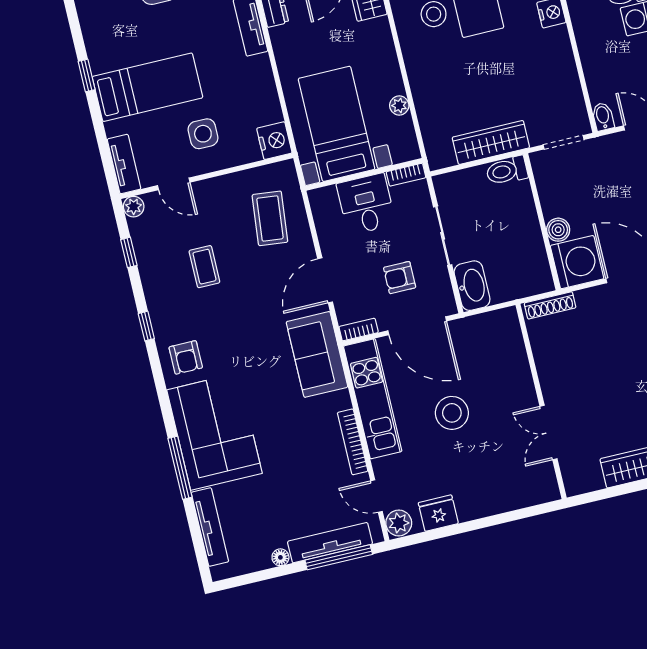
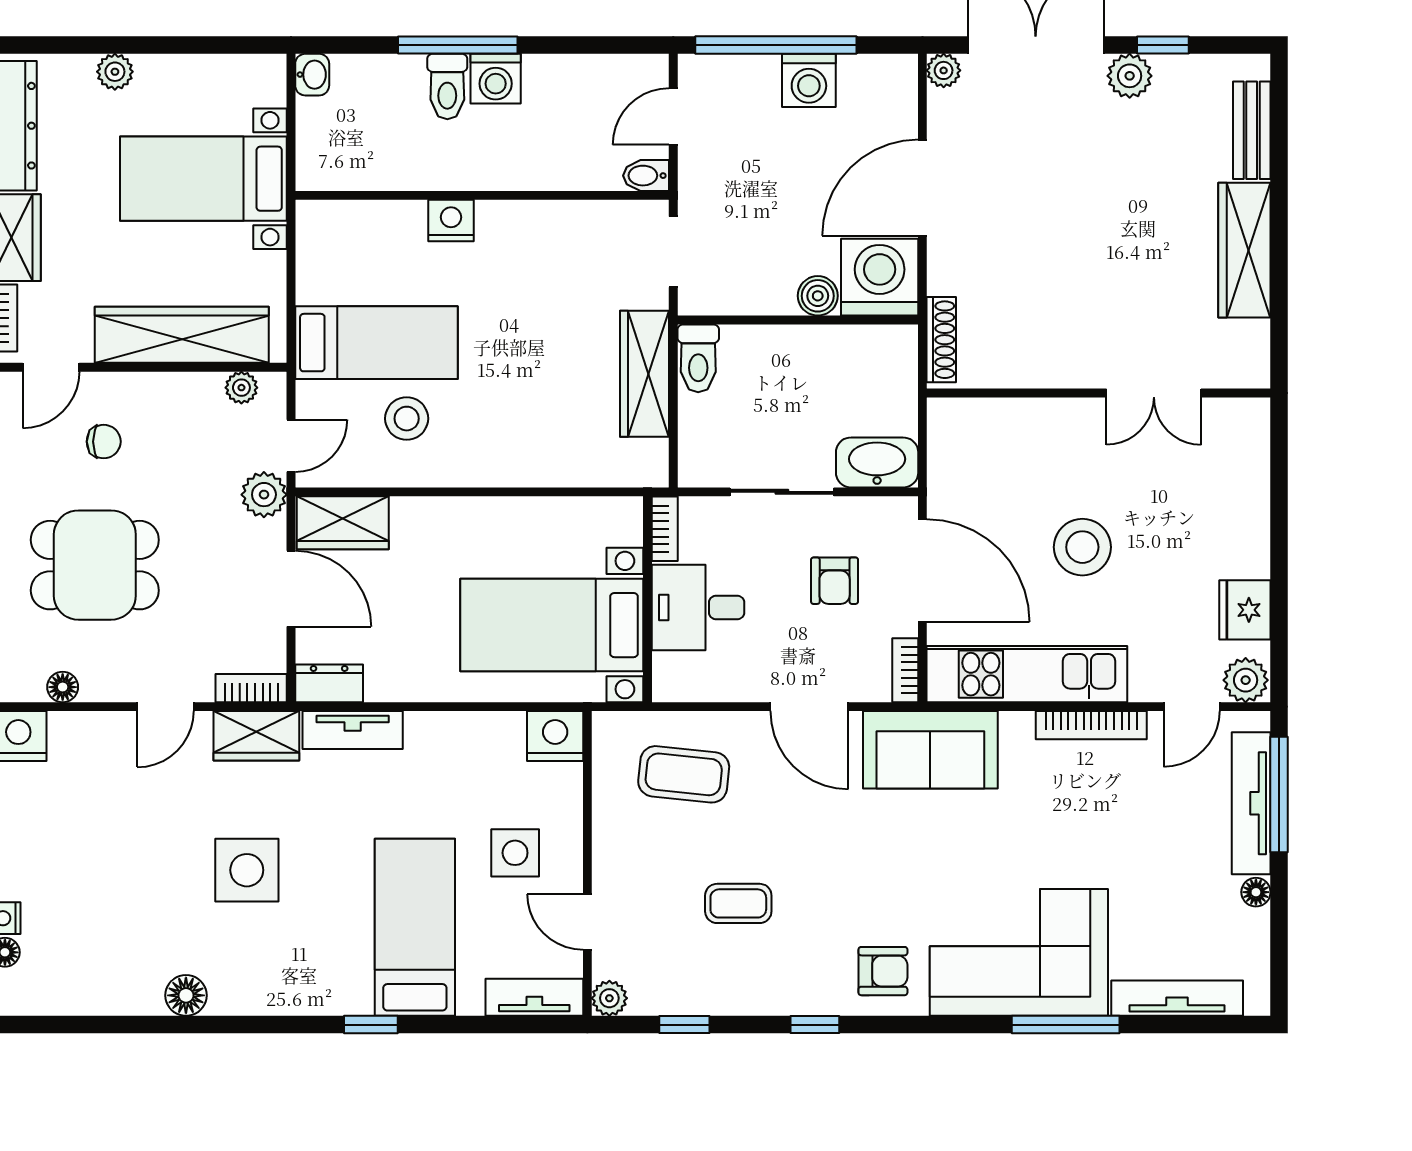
plant: (399, 105) -> (546, 513), removed
door: (174, 184) -> (587, 922), swing flipped
door: (417, 326) -> (922, 571), hinge flipped

